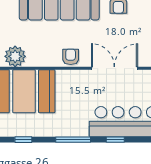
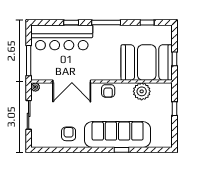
plant: (15, 56) -> (142, 91), moved

